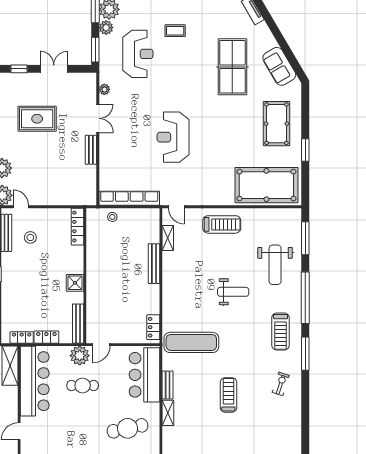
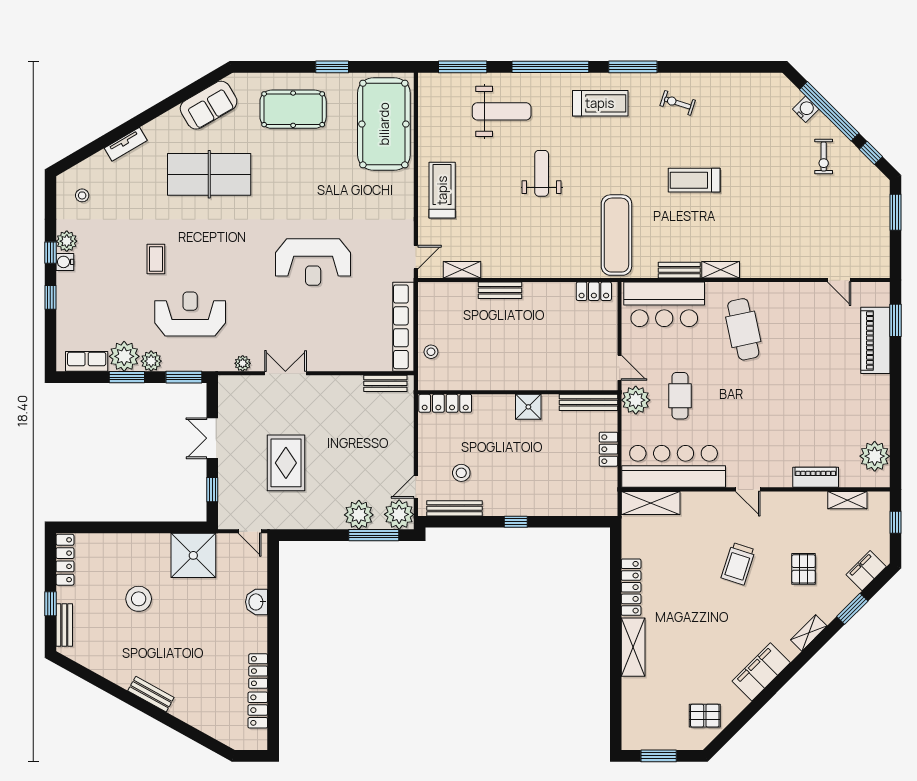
bench: (91, 150) -> (385, 383), moved
bench: (154, 264) -> (500, 290), width x0.73
locker: (22, 337) -> (609, 486), removed

